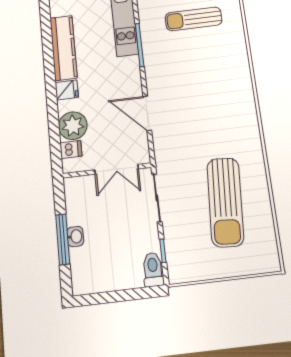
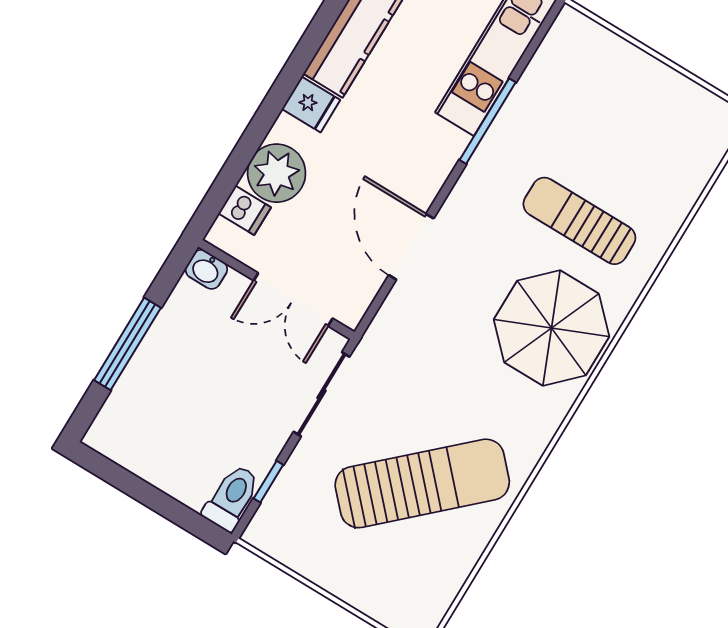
sun lounger: (194, 19) -> (579, 221), moved
parasol: (226, 102) -> (551, 328), added
sun lounger: (225, 202) -> (422, 483), turned -137
washbasin: (75, 236) -> (206, 269), moved, turned 90

